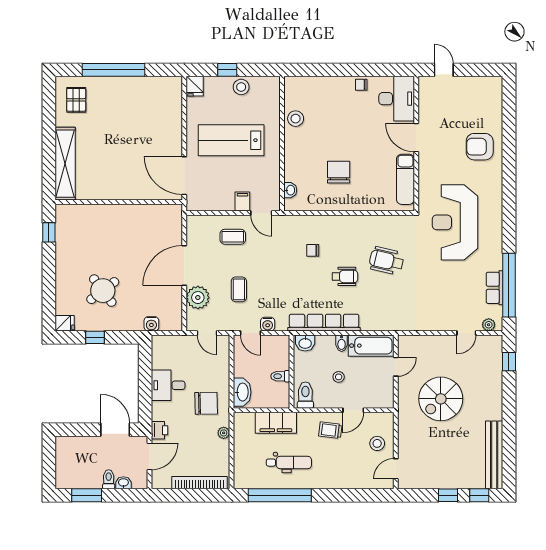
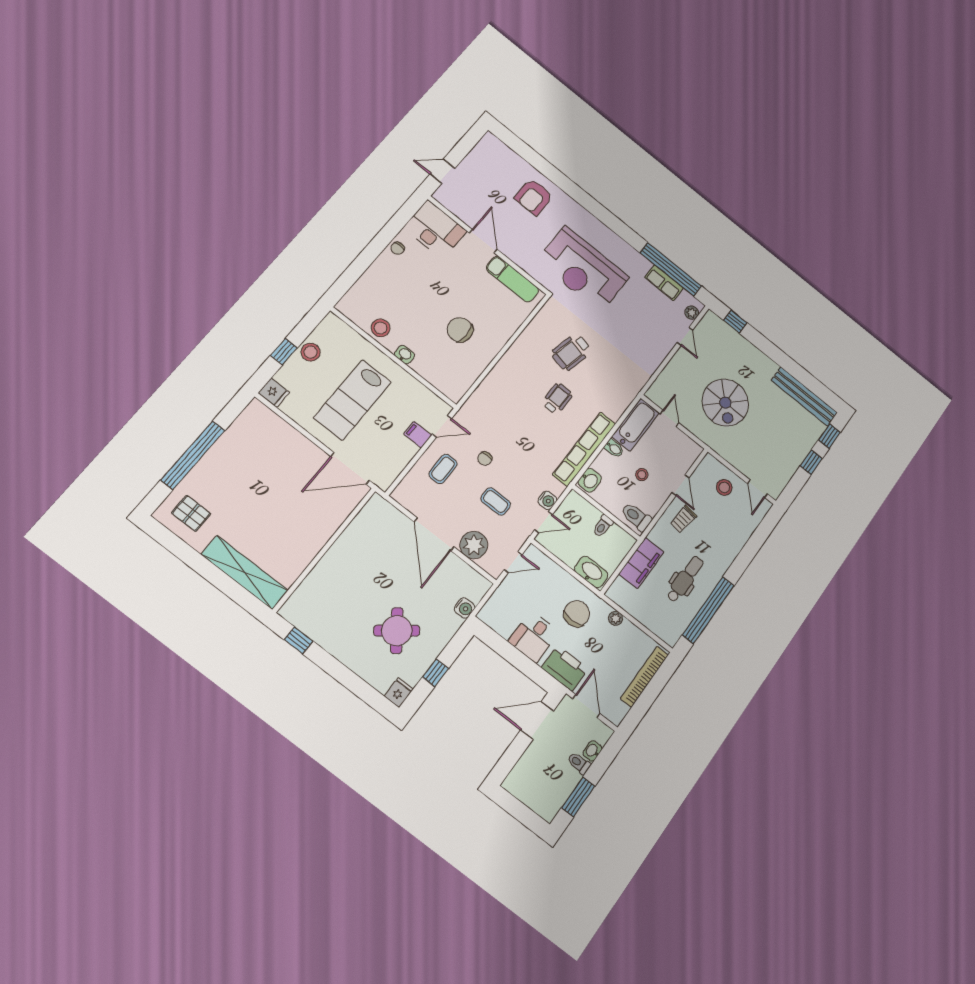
door: (416, 138) -> (483, 241), swing flipped
washbasin: (290, 190) -> (405, 355), moved
chair: (313, 250) -> (485, 459), moved
printer: (160, 430) -> (565, 668), width x1.87, depth x1.48

